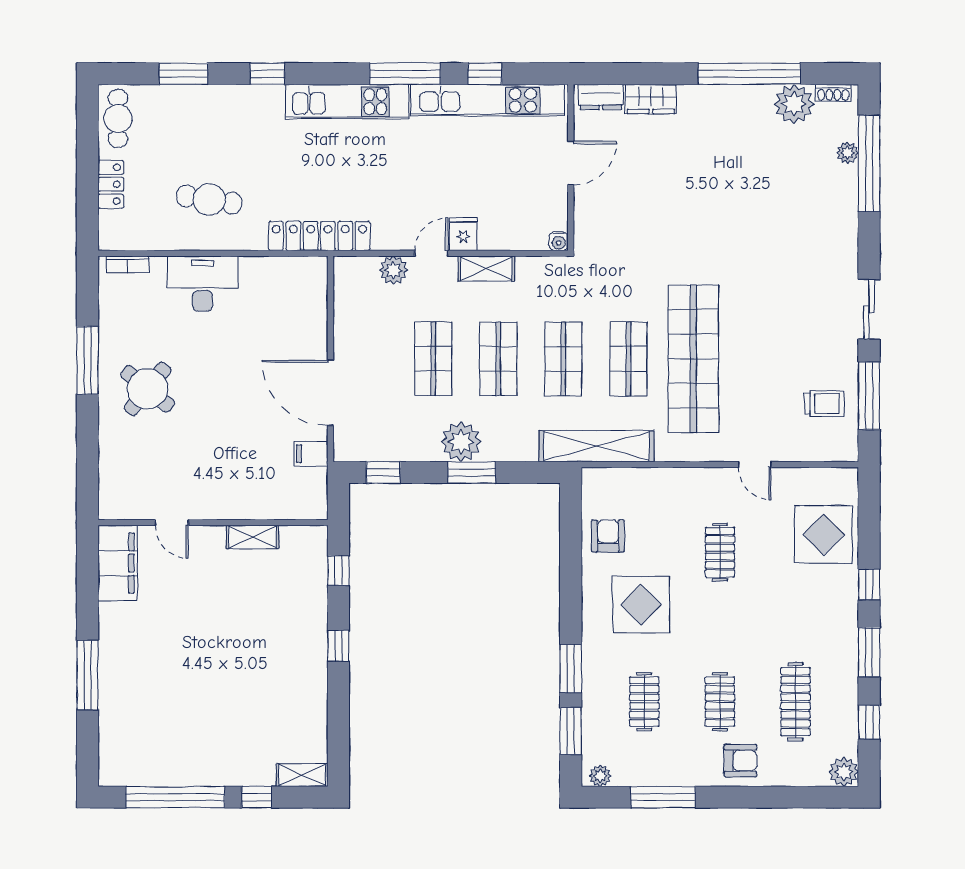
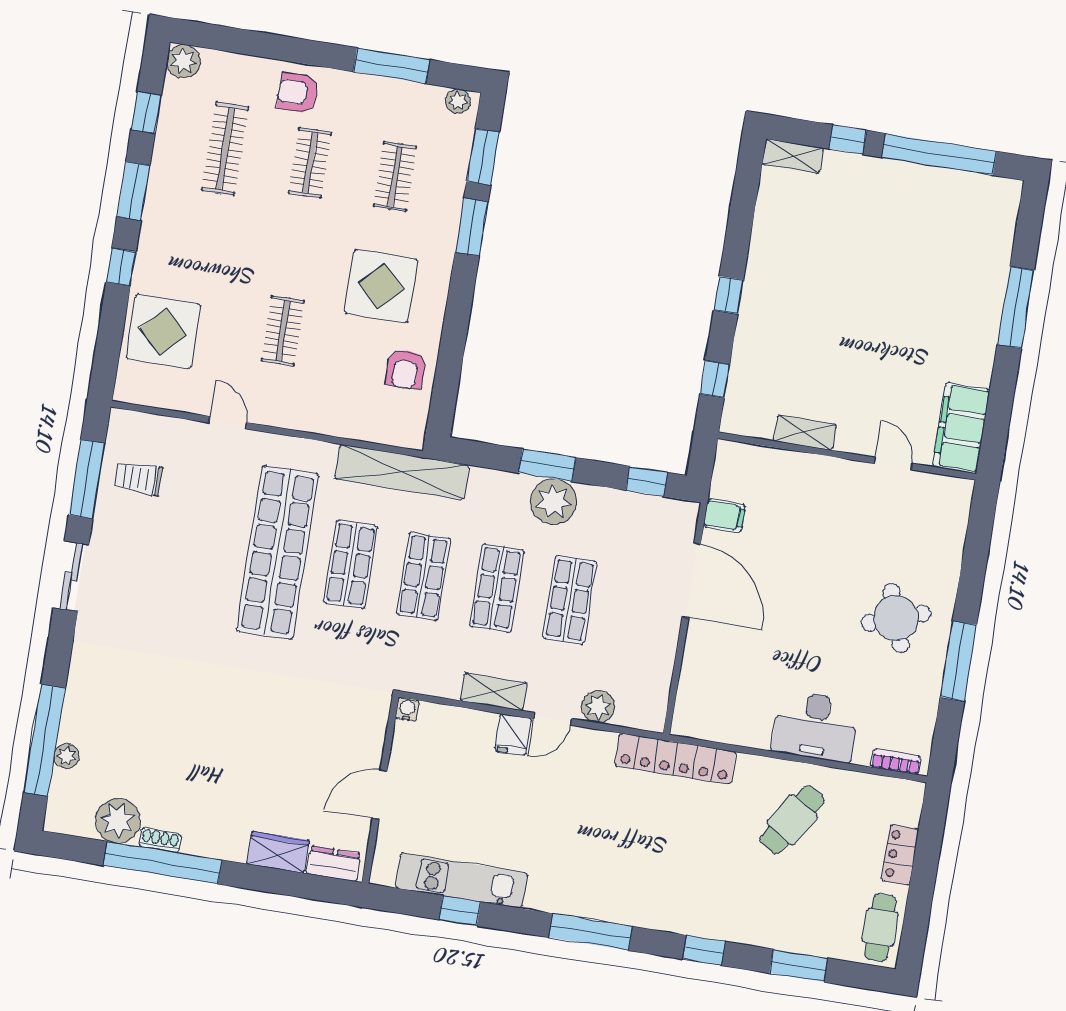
window: (405, 74) -> (591, 932), moved
shoe rack: (833, 93) -> (160, 840), moved
kitchen unit: (487, 100) -> (462, 881), width x0.73
kitchen unit: (347, 102) -> (620, 905), removed
cafe table: (209, 200) -> (792, 820), turned -67
round table: (148, 389) -> (896, 618), turned 32

